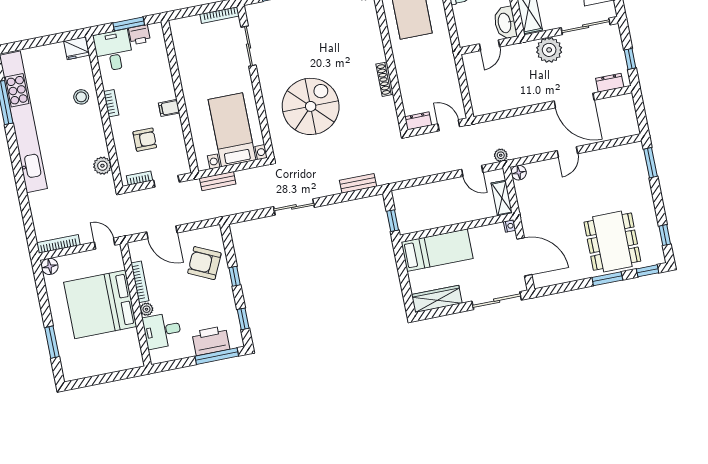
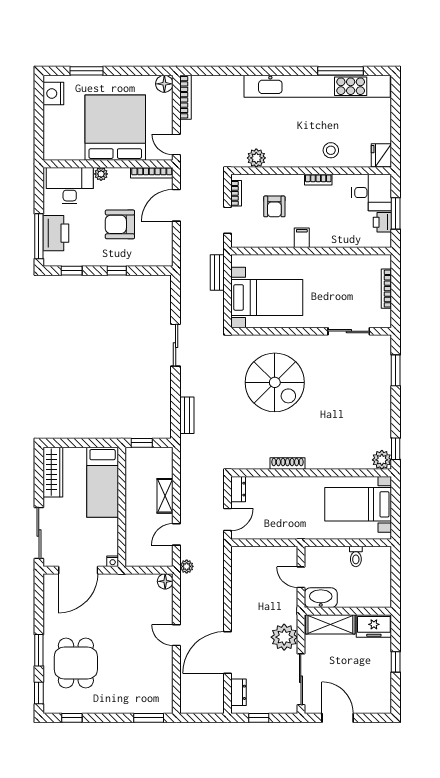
bookcase: (220, 15) -> (386, 289), moved
shelving: (502, 198) -> (165, 496), moved, turned 90
dining table: (612, 242) -> (76, 663), width x0.73
door: (105, 244) -> (176, 145), swing flipped
armchair: (204, 263) -> (120, 224), moved, turned -115
bookcase: (140, 282) -> (152, 173), moved
desk: (162, 331) -> (70, 186), width x1.37
nightstand: (79, 369) -> (53, 93), added

